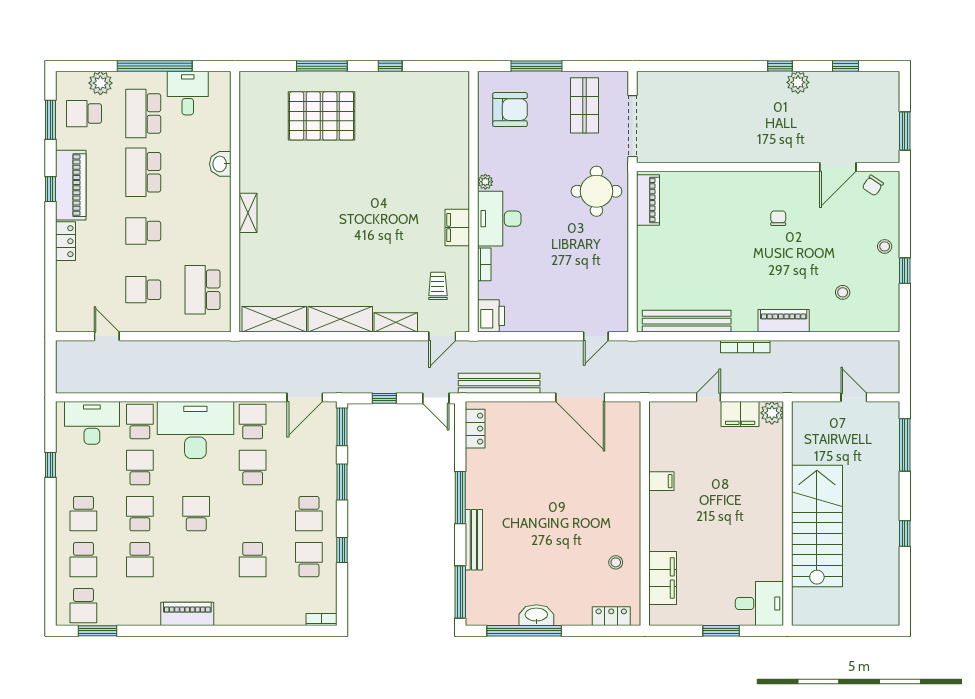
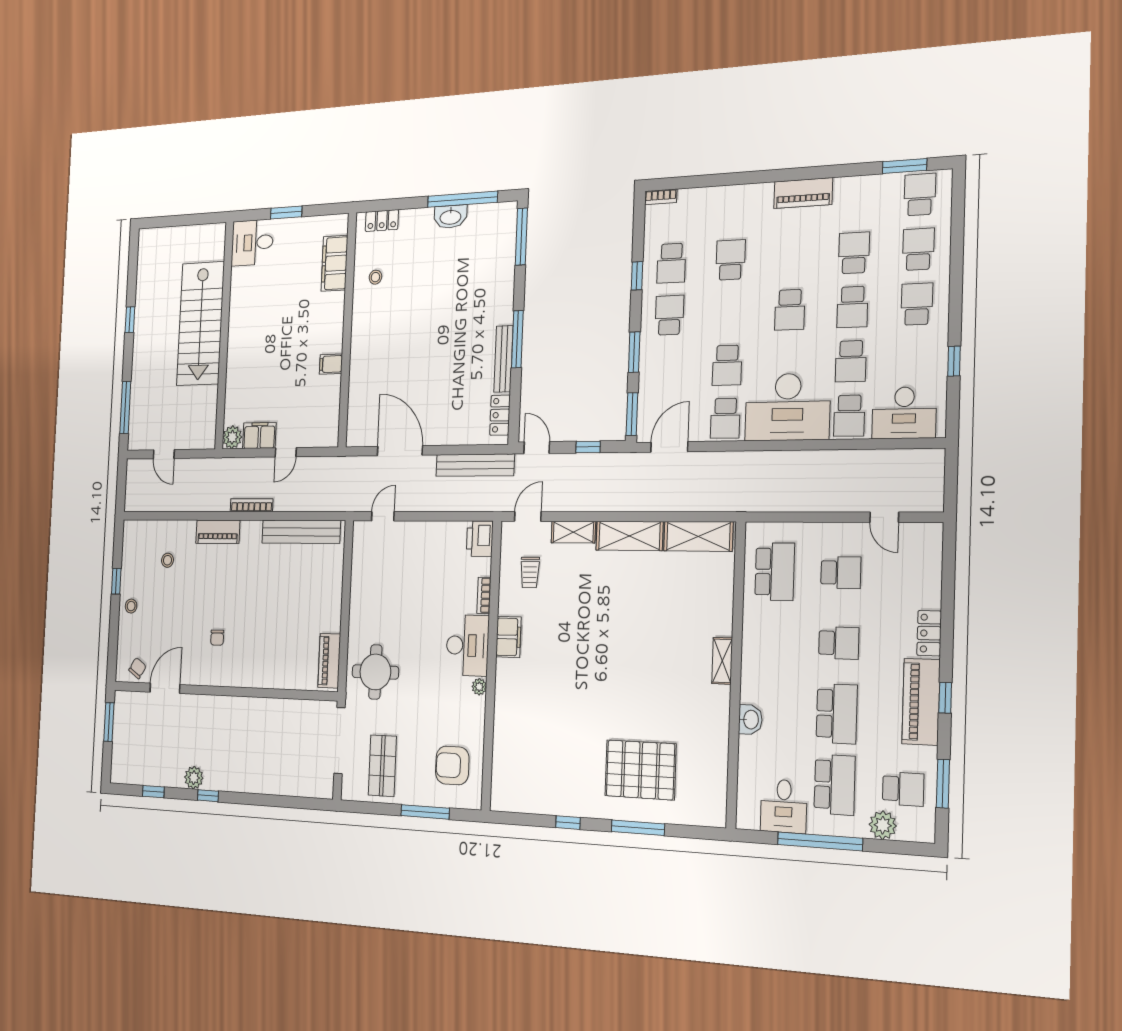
bench: (474, 540) -> (503, 359), moved

